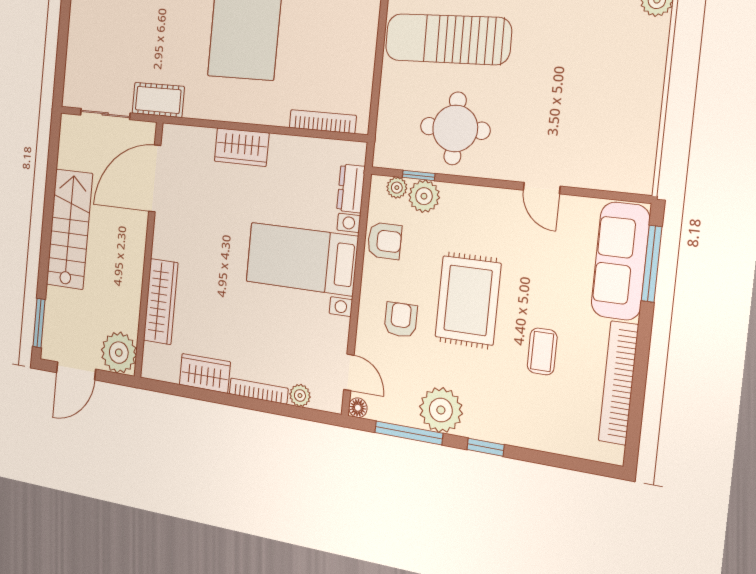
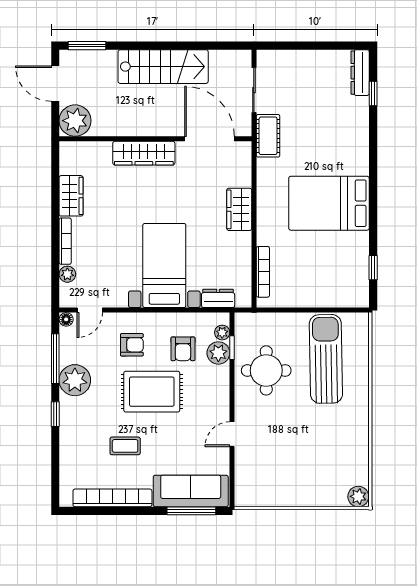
armchair: (385, 241) -> (183, 349), moved
wardrobe: (161, 302) -> (144, 153), moved

